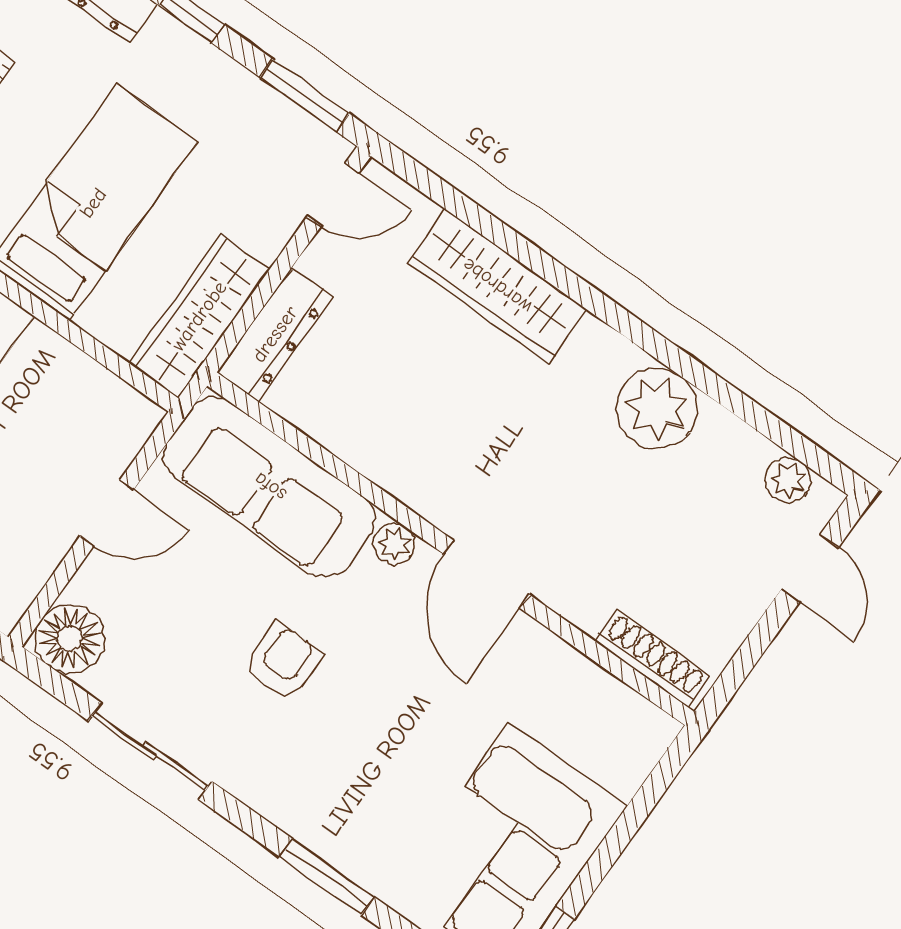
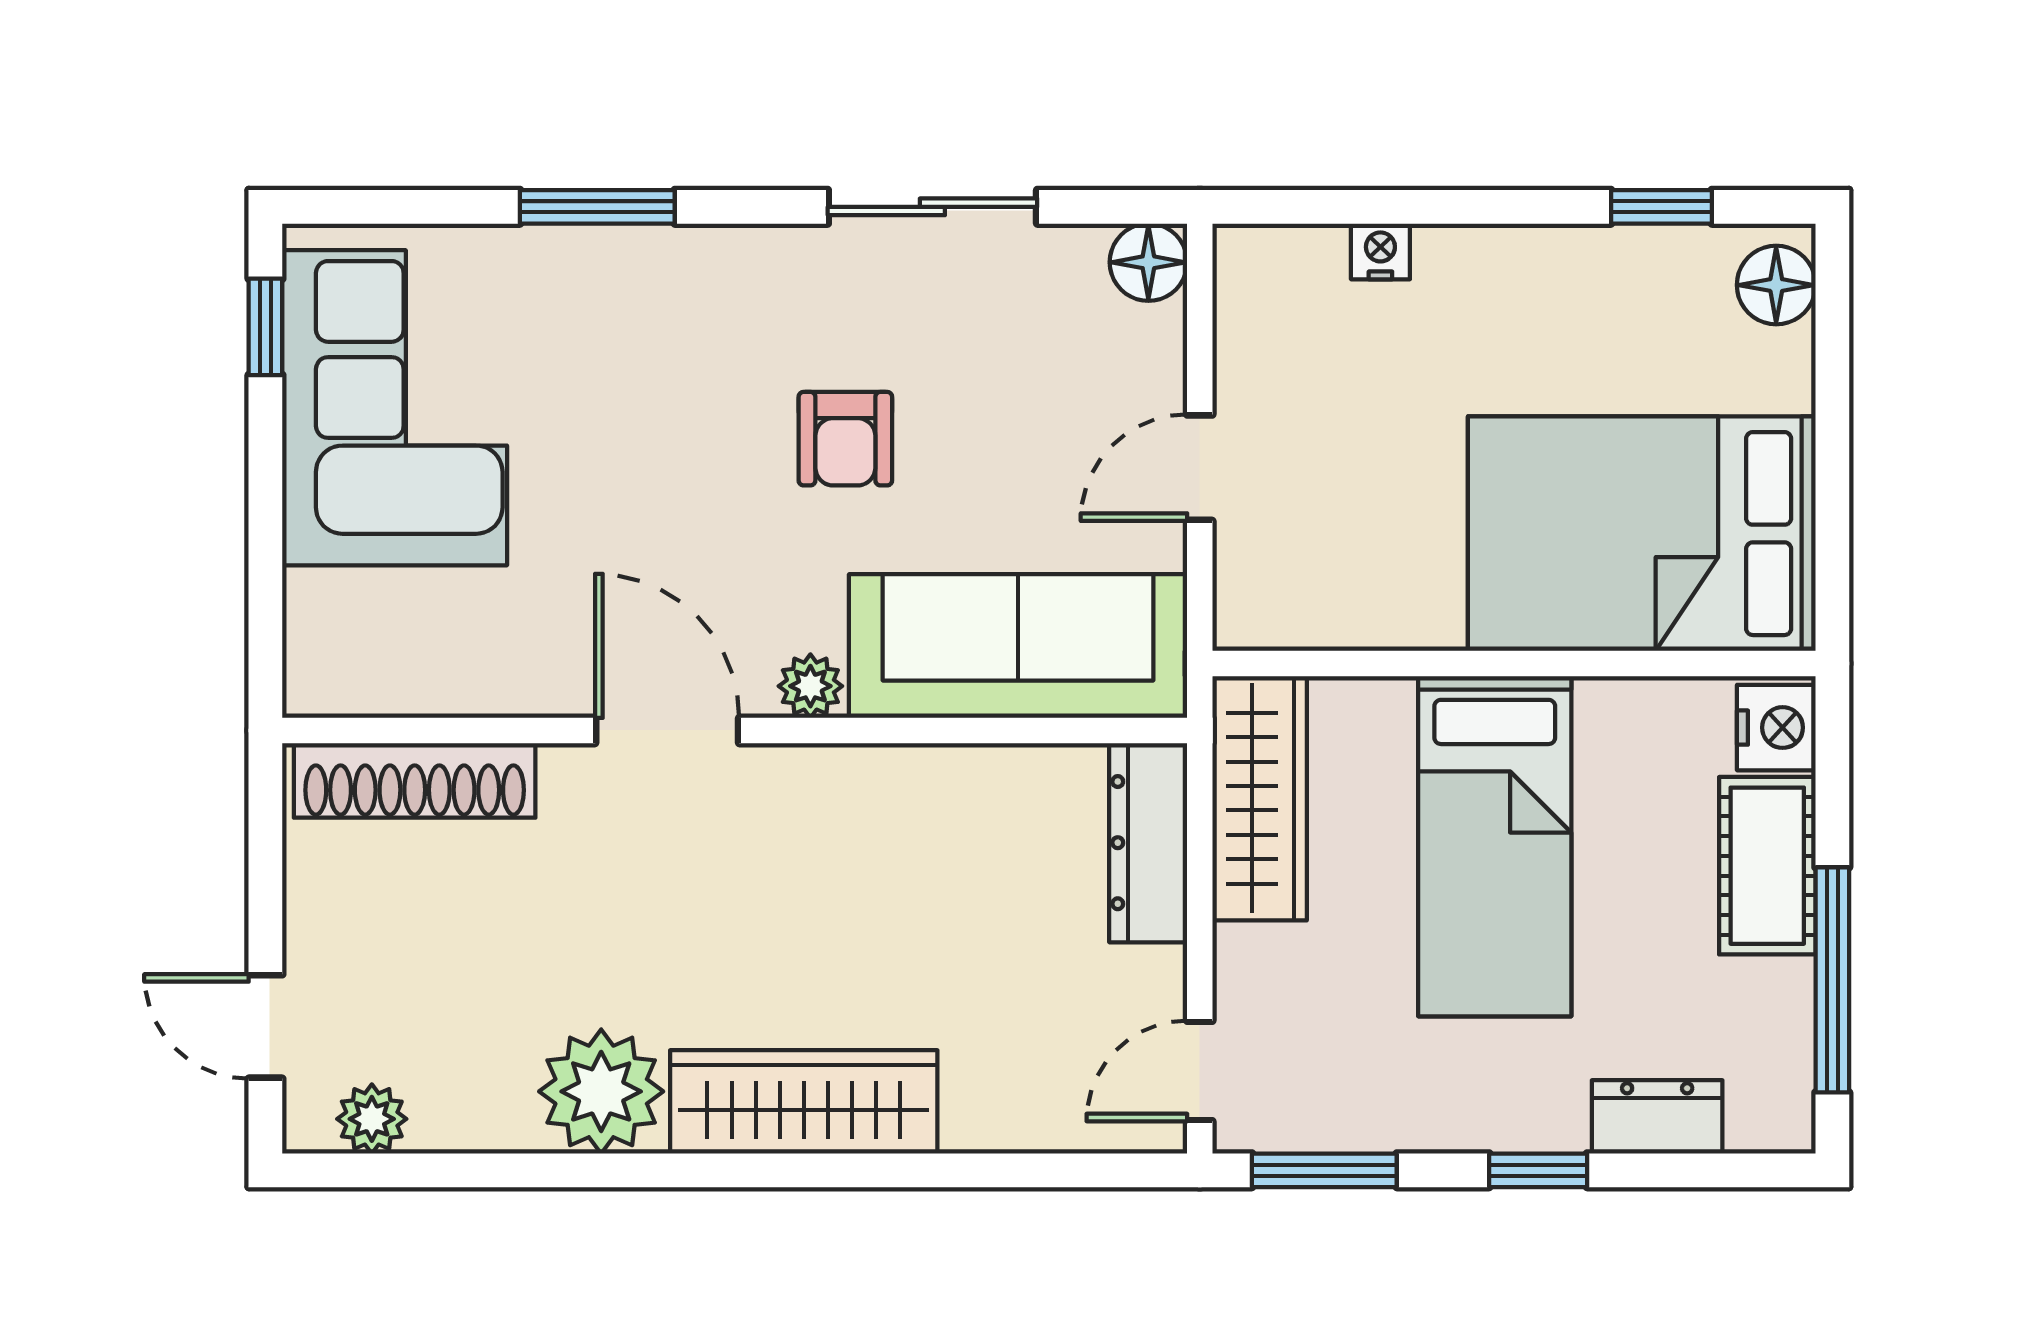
wardrobe: (497, 286) -> (804, 1102), moved
floor lamp: (70, 639) -> (1148, 262), width x0.73, depth x0.73
shoe rack: (653, 658) -> (415, 780), width x1.36, depth x1.24

